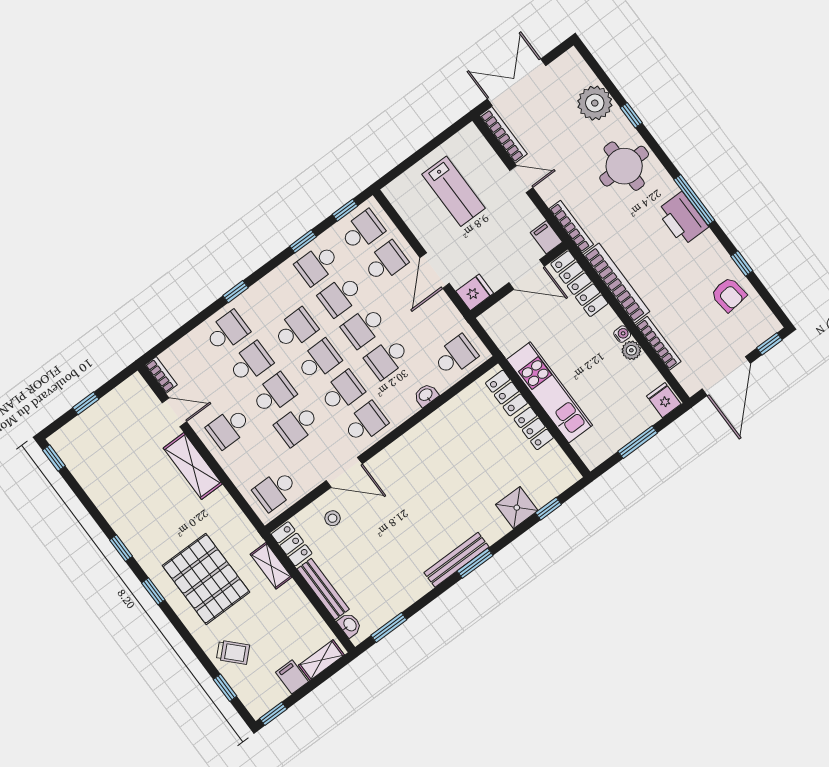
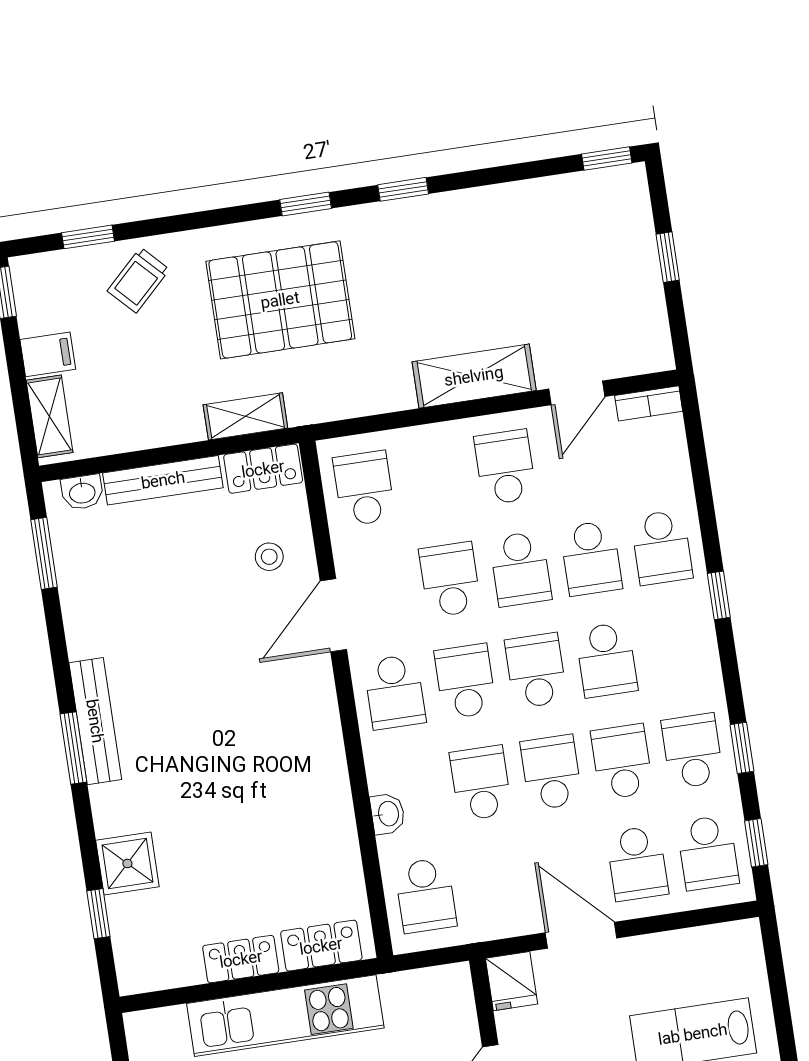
school desk: (319, 360) -> (536, 671), turned 180
school desk: (342, 392) -> (465, 681), turned 180

